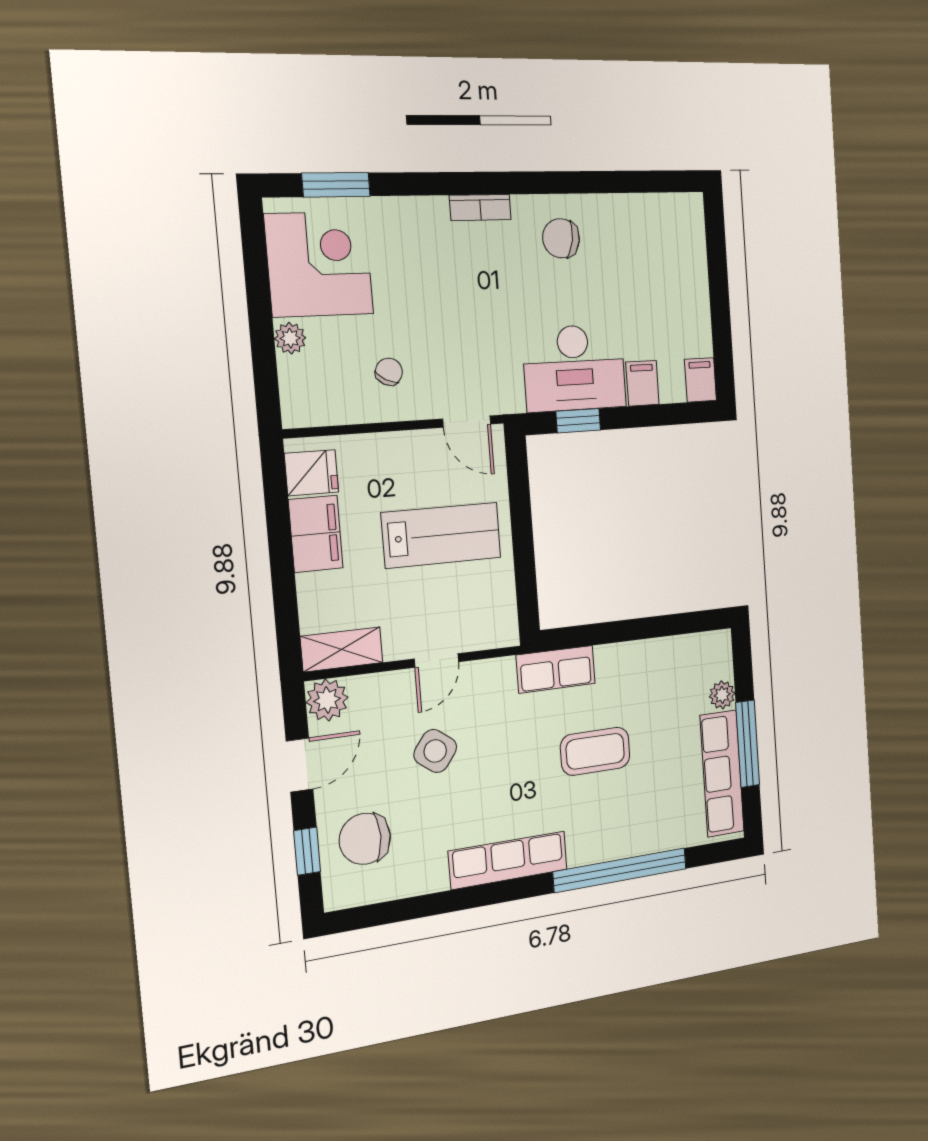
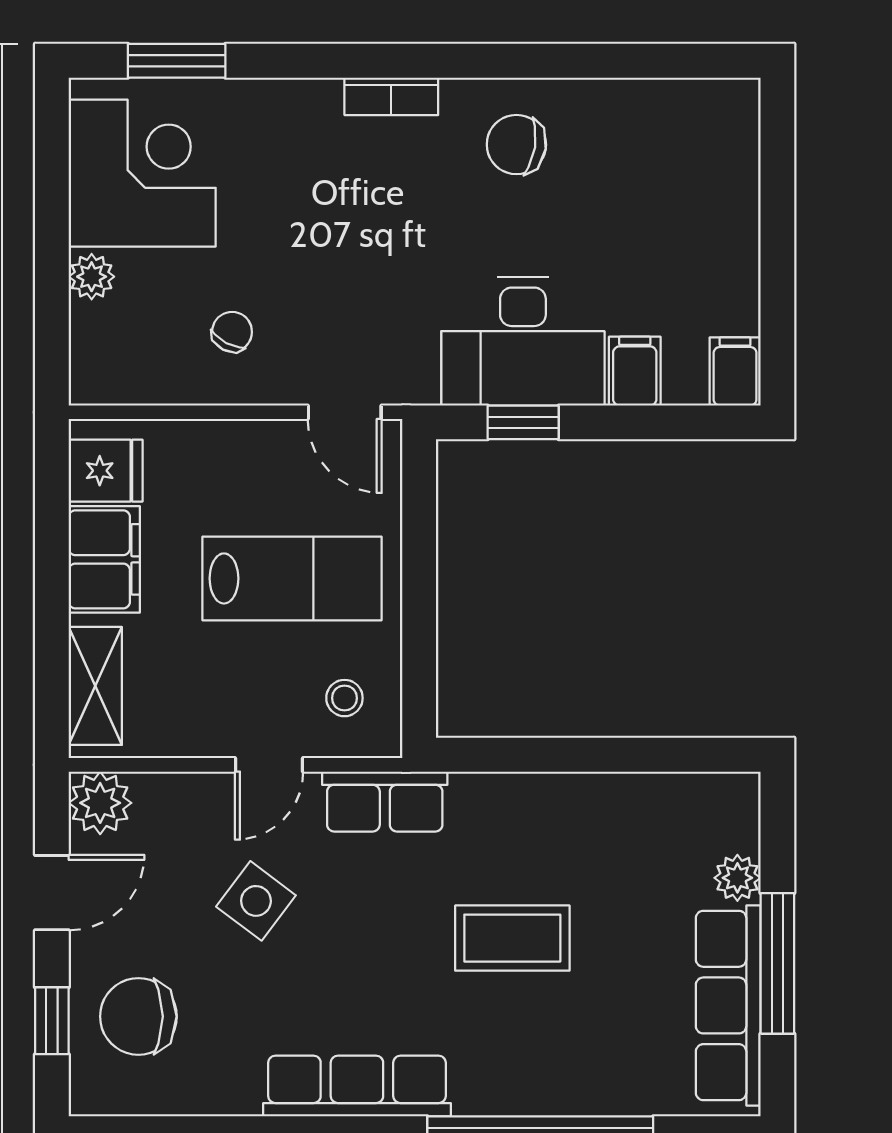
stool: (481, 611) -> (344, 698), added
shelving: (342, 649) -> (95, 686), moved, turned 90
row of seats: (556, 669) -> (385, 802), moved

